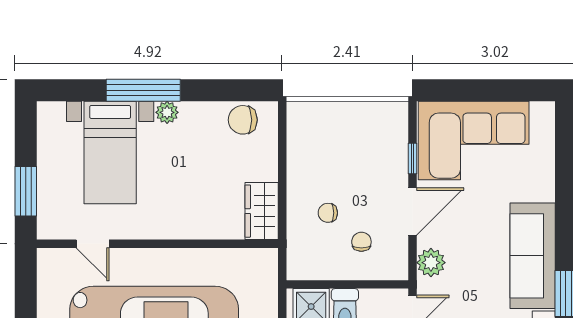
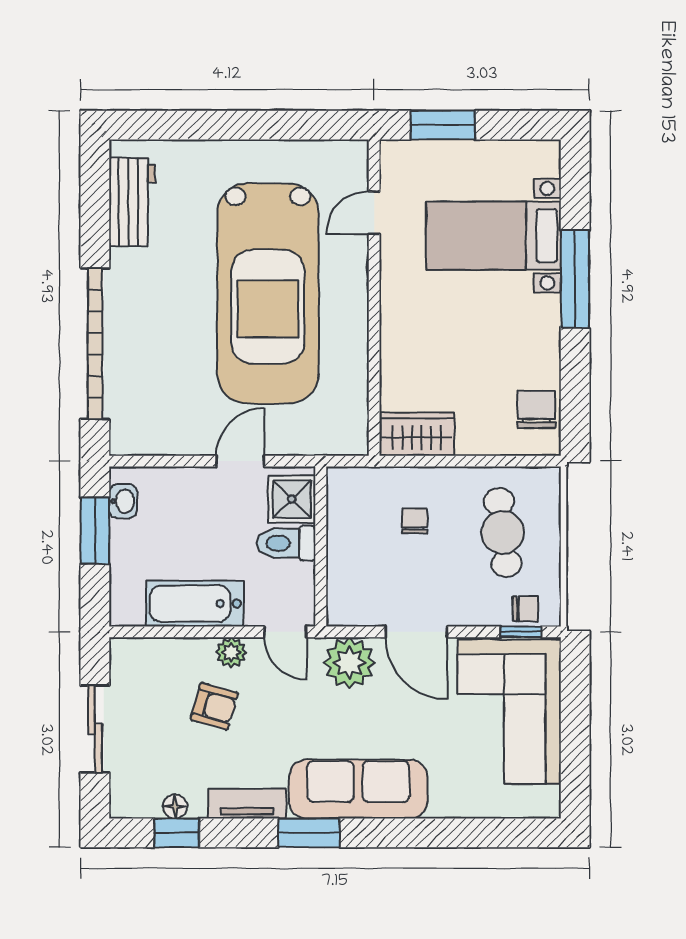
plant: (167, 112) -> (546, 310), removed
cafe table: (337, 146) -> (503, 532), added
window: (413, 158) -> (521, 632), moved
chair: (361, 242) -> (526, 609), moved
plant: (431, 263) -> (349, 663), width x1.36, depth x1.36

